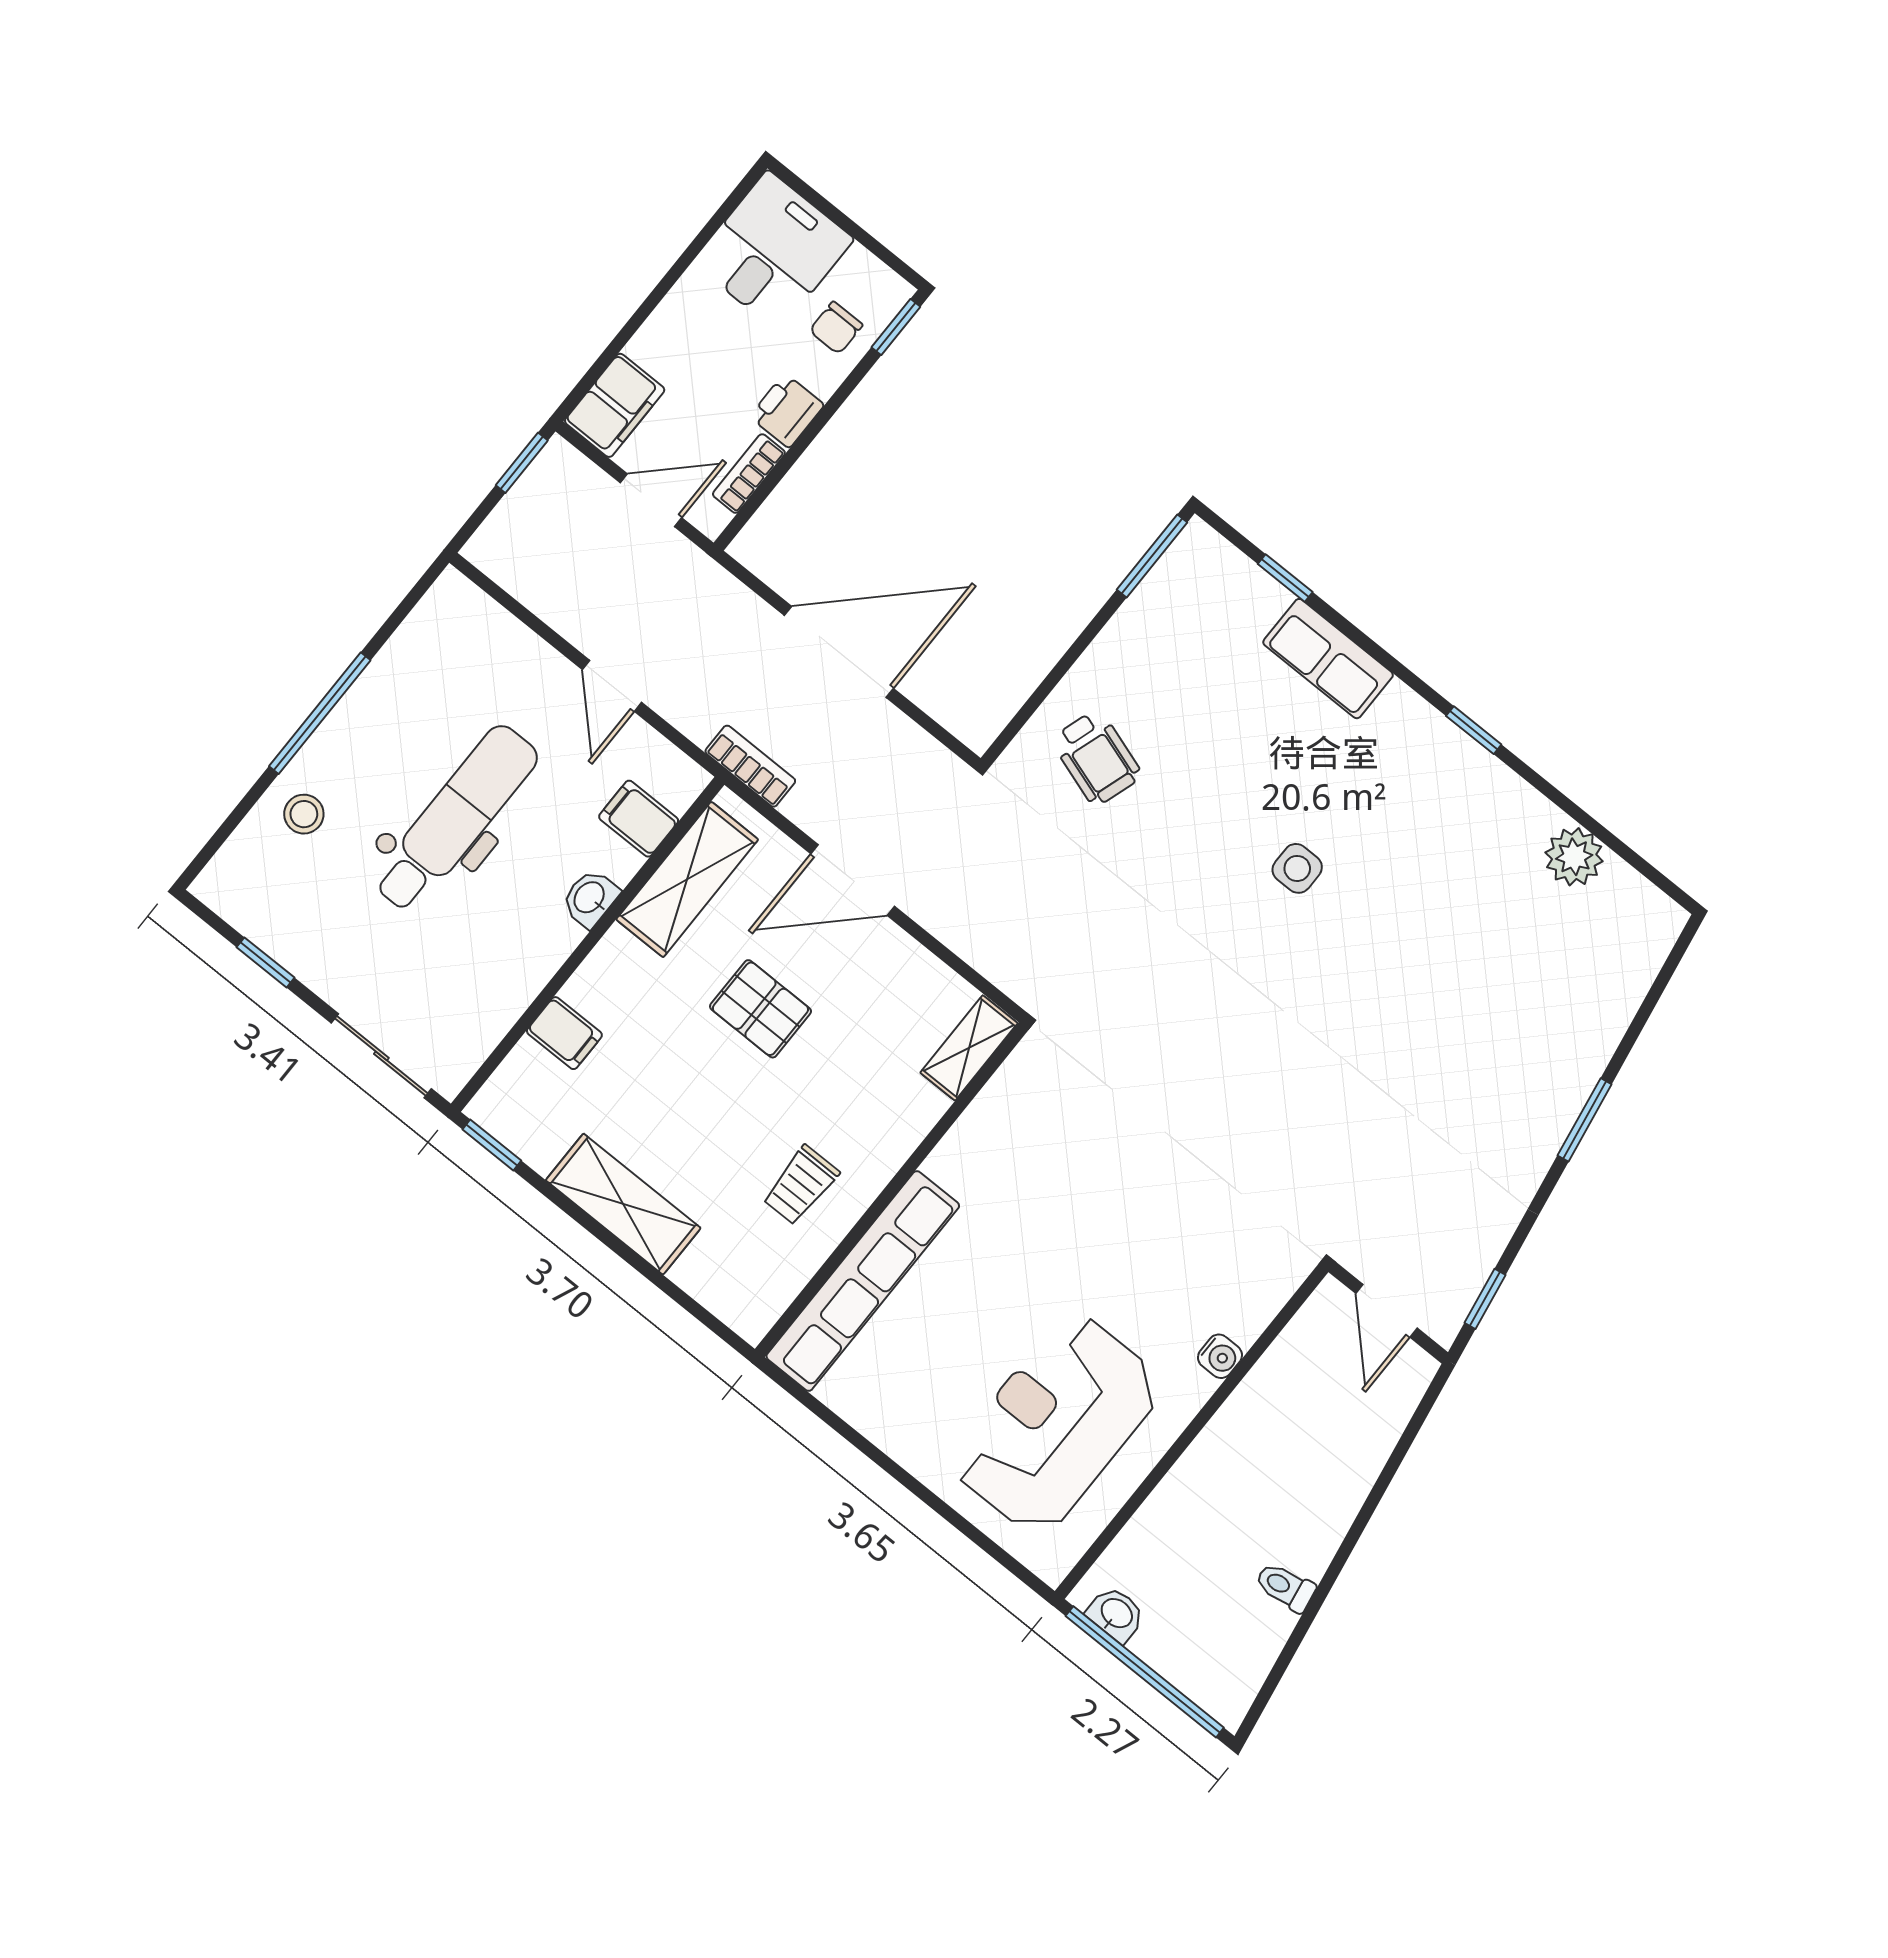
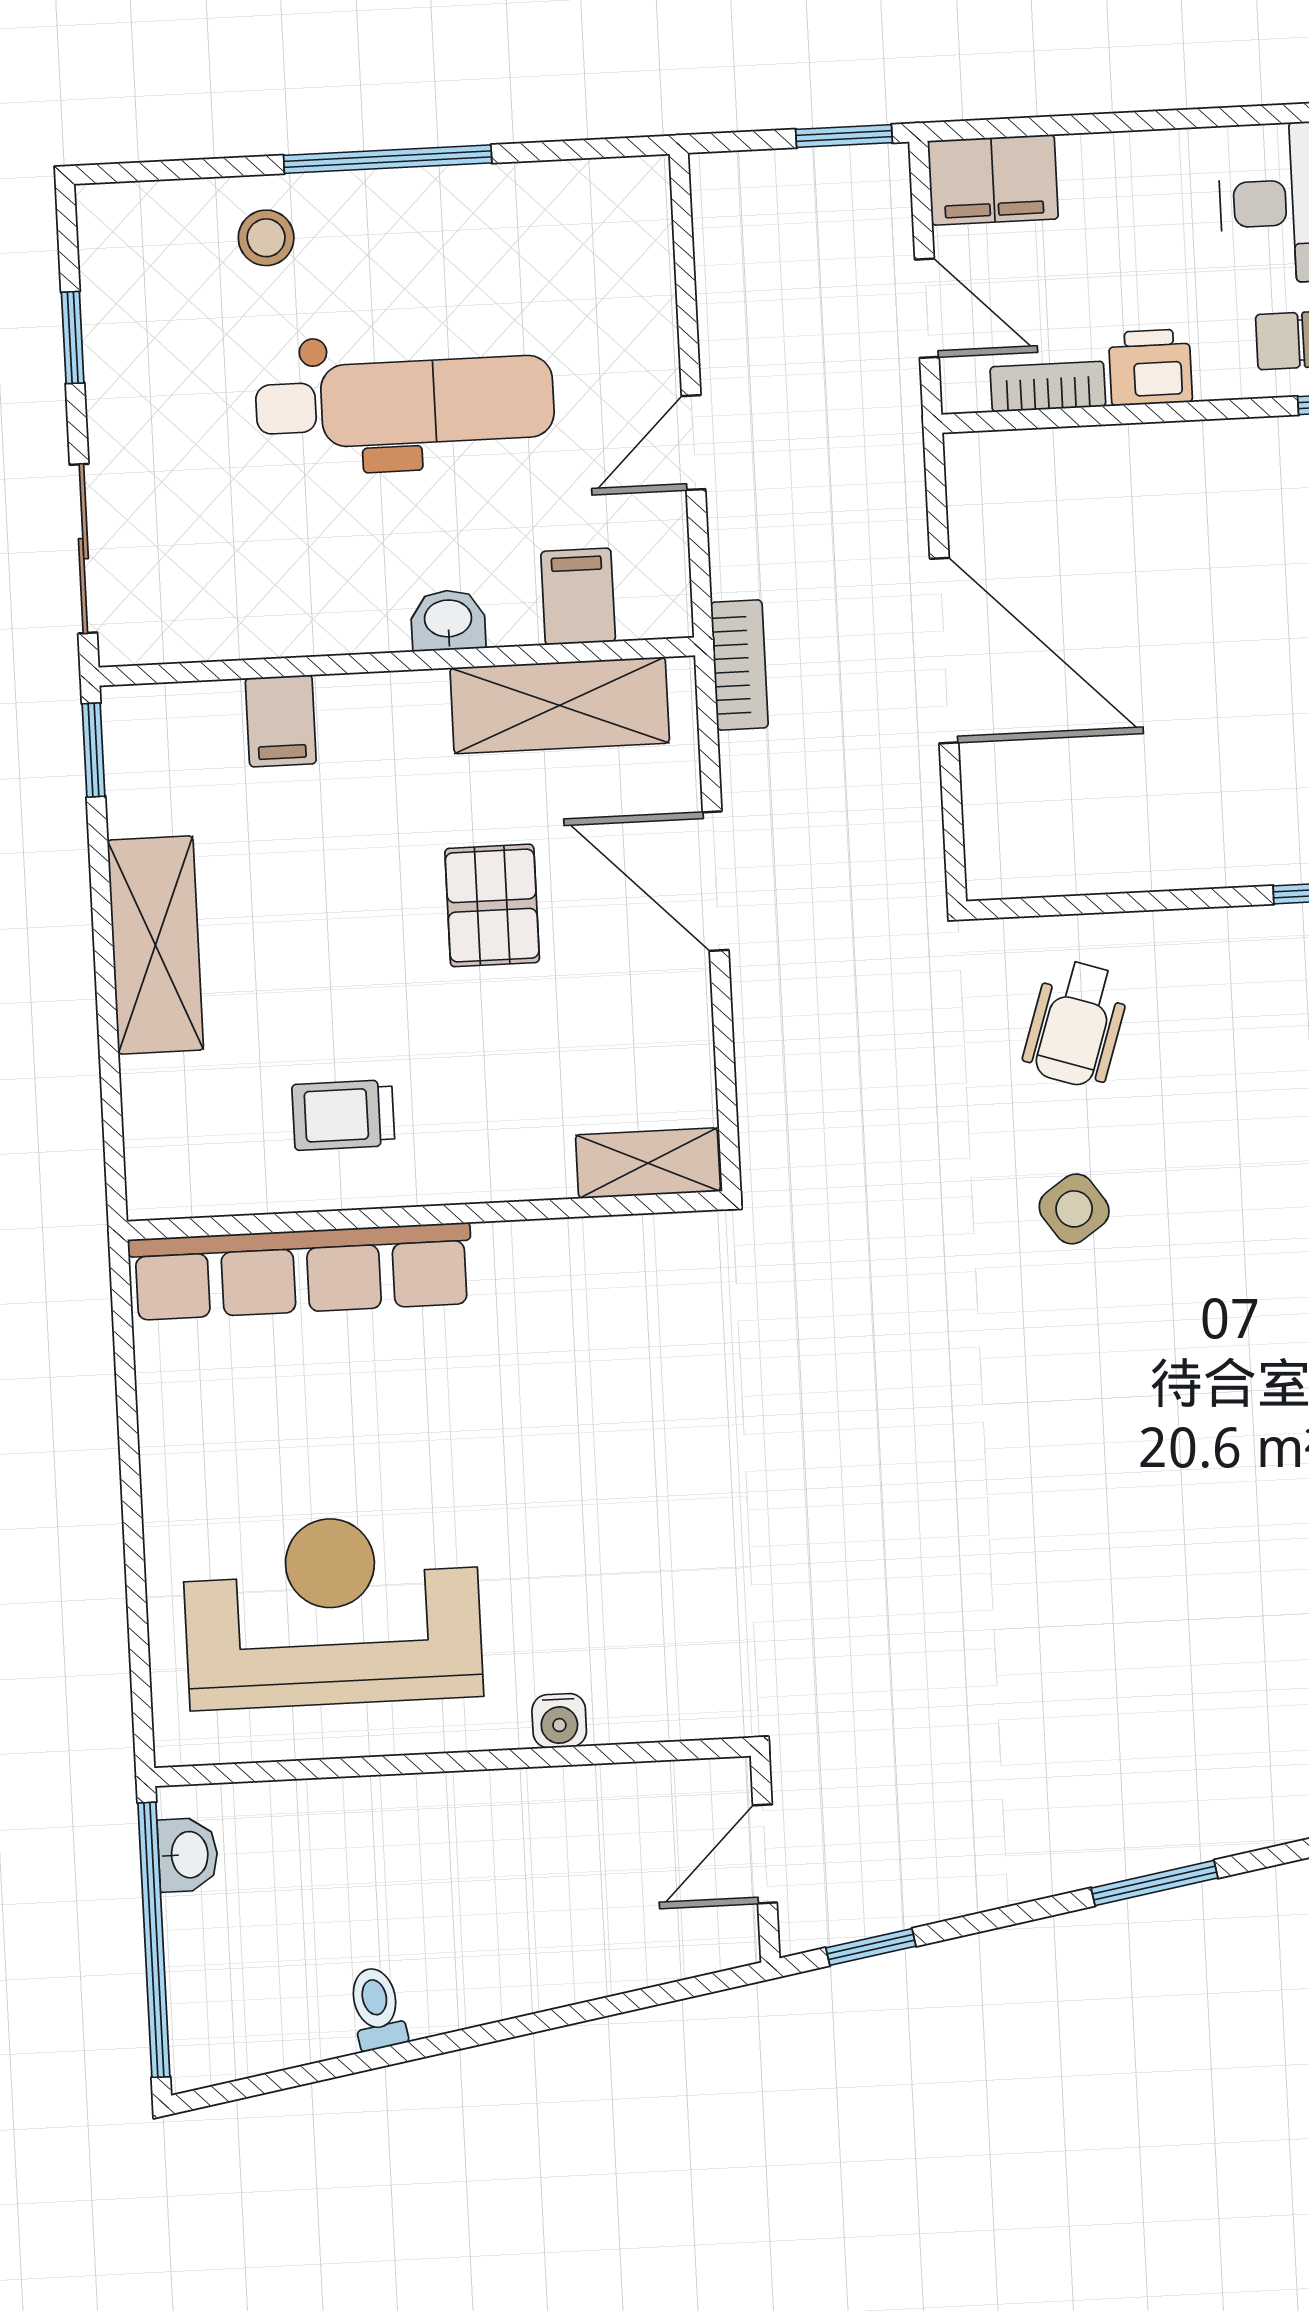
side table: (1297, 868) -> (1074, 1209), moved, turned -35

